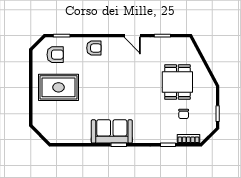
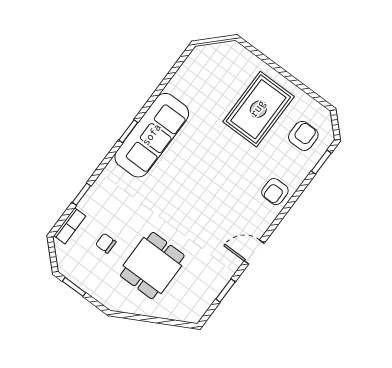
armchair: (55, 55) -> (303, 136), turned 180
dining table: (177, 82) -> (152, 266), turned 90
sofa: (112, 131) -> (152, 135), width x1.36

